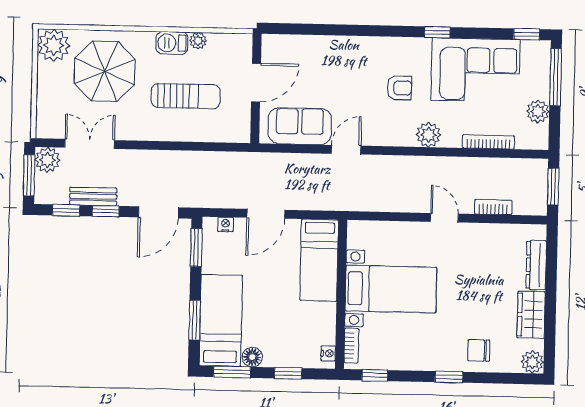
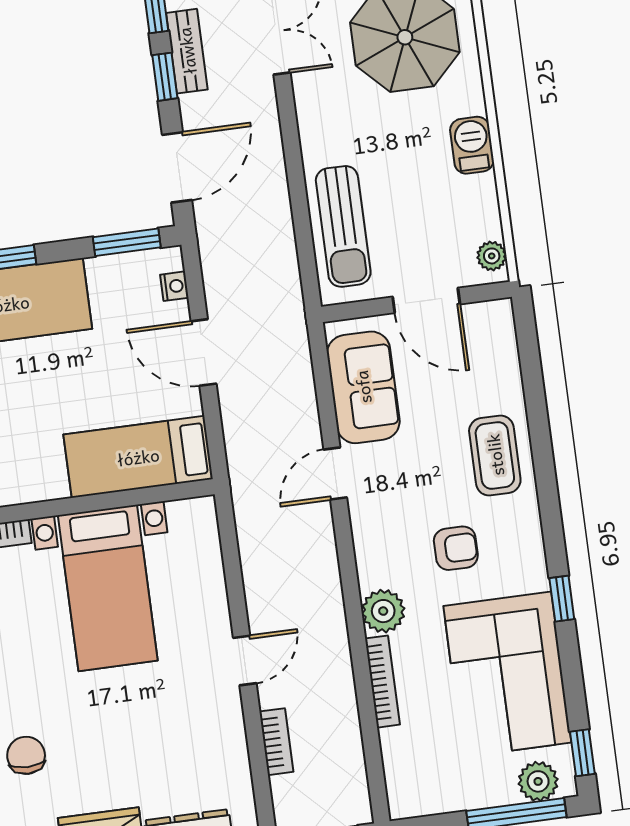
plant: (198, 41) -> (492, 256), moved
coffee table: (350, 58) -> (495, 455), added
armchair: (399, 88) -> (456, 548), turned -90
sun lounger: (186, 96) -> (343, 226), moved
plant: (538, 111) -> (538, 781), moved
bookcase: (489, 142) -> (382, 682), moved
door: (346, 150) -> (335, 473), swing flipped
door: (158, 212) -> (177, 167), swing flipped

